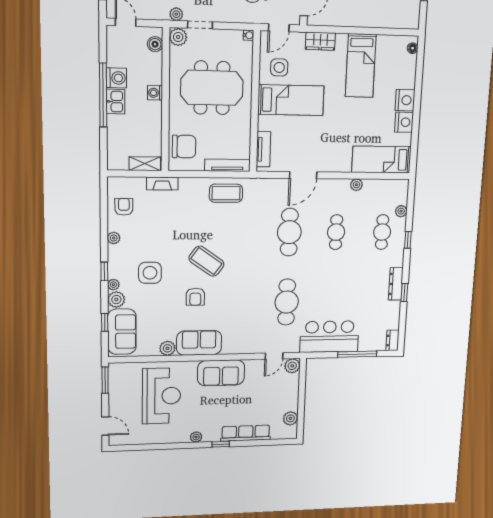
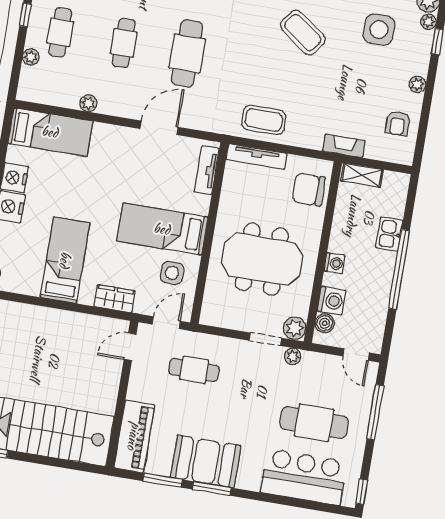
water cooler: (249, 35) -> (206, 319), removed
washing machine: (116, 78) -> (332, 301), moved, turned 180
kitchen sink: (116, 102) -> (389, 234), moved

